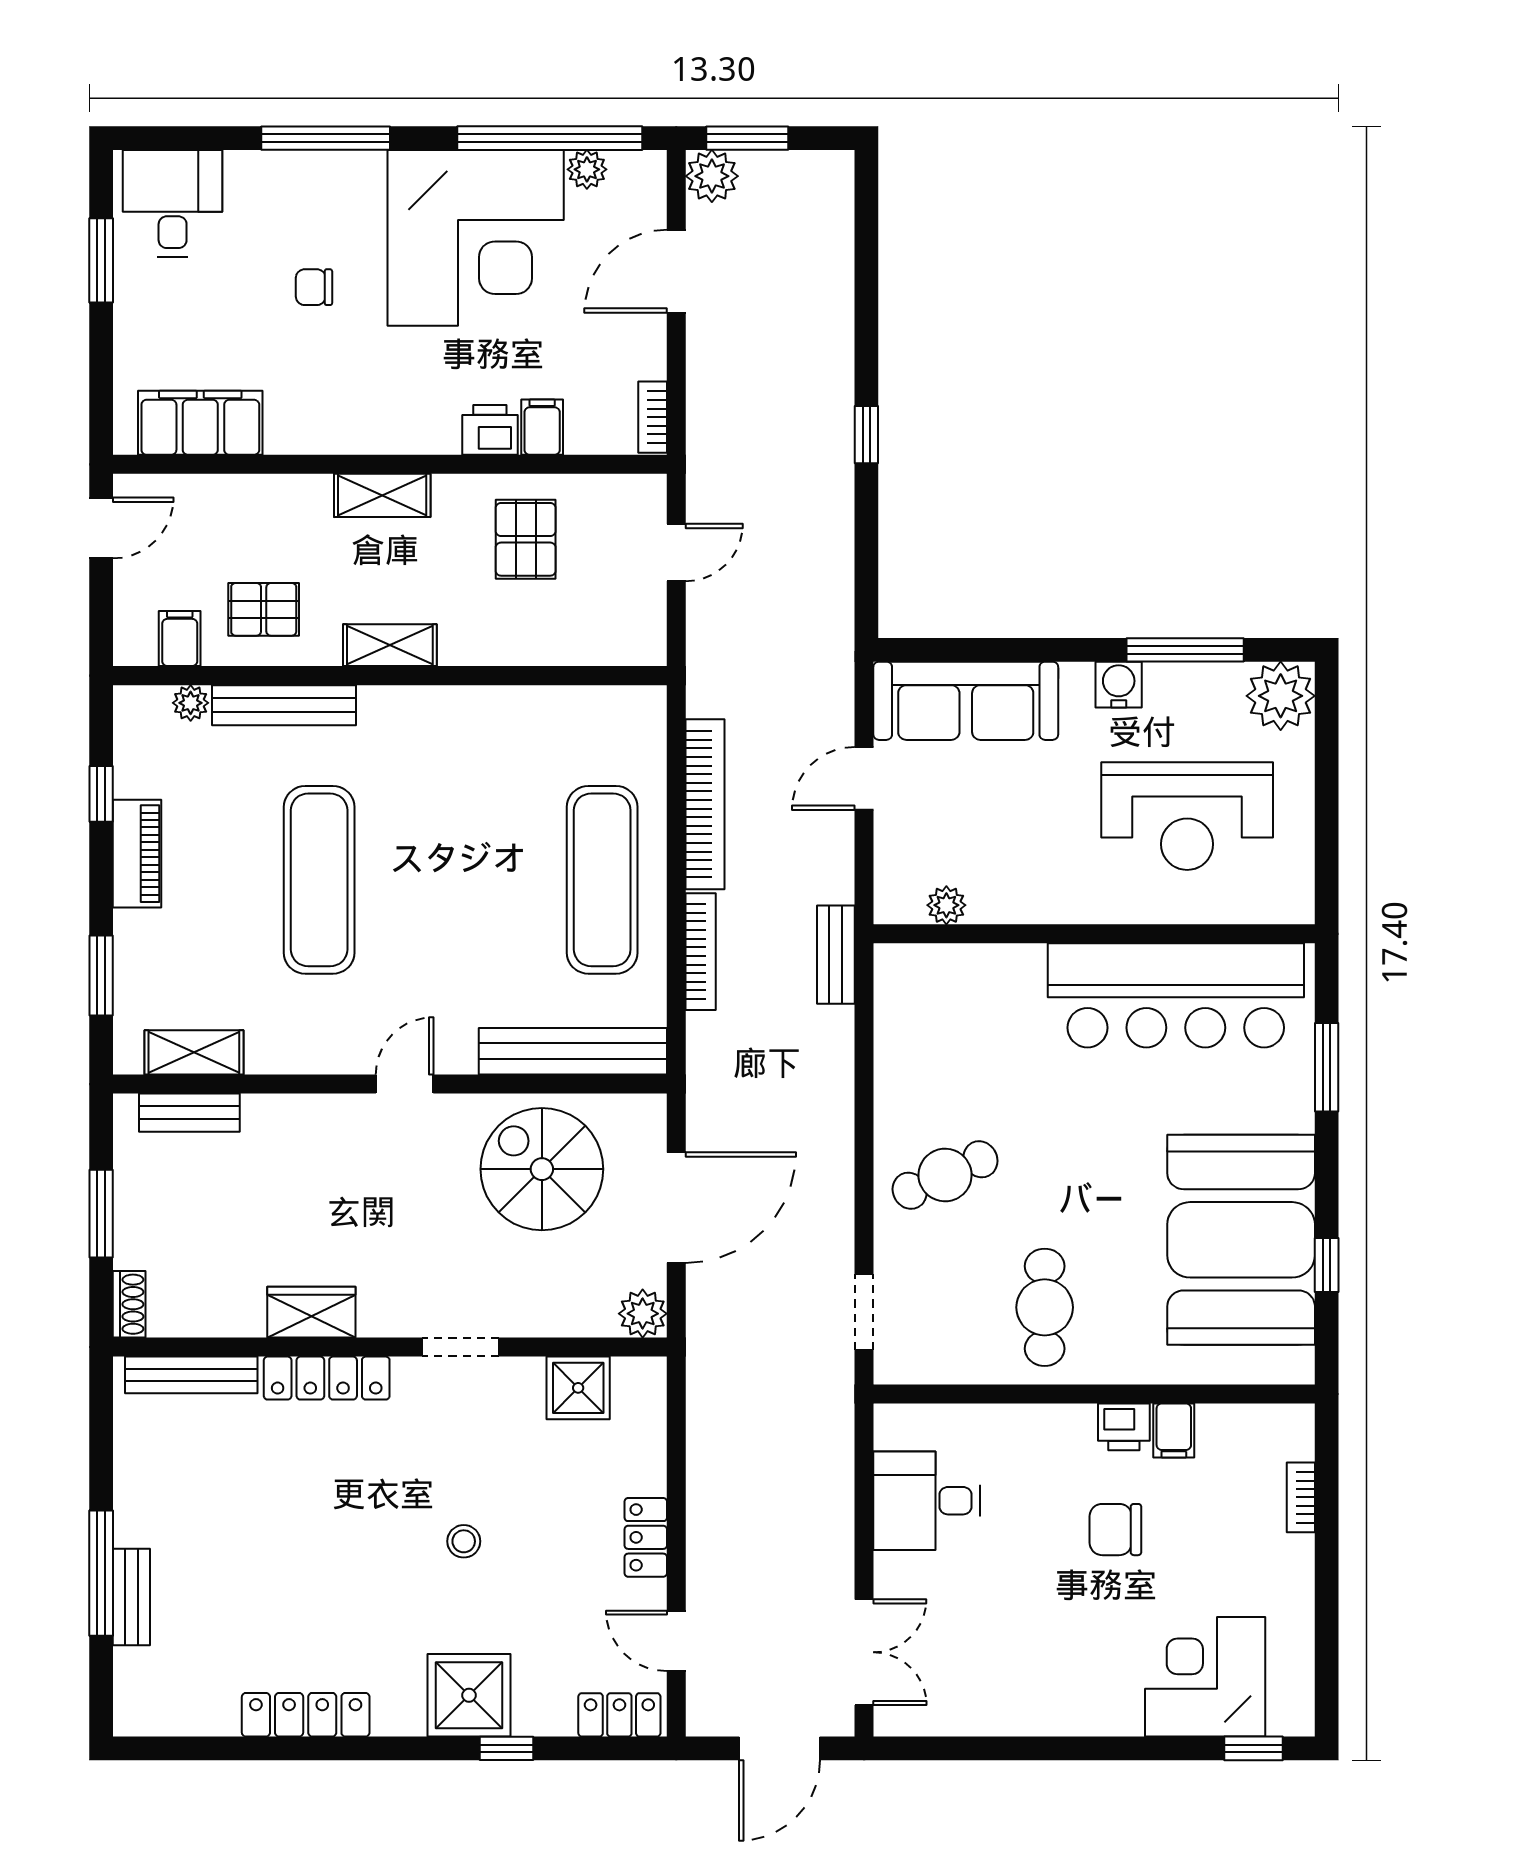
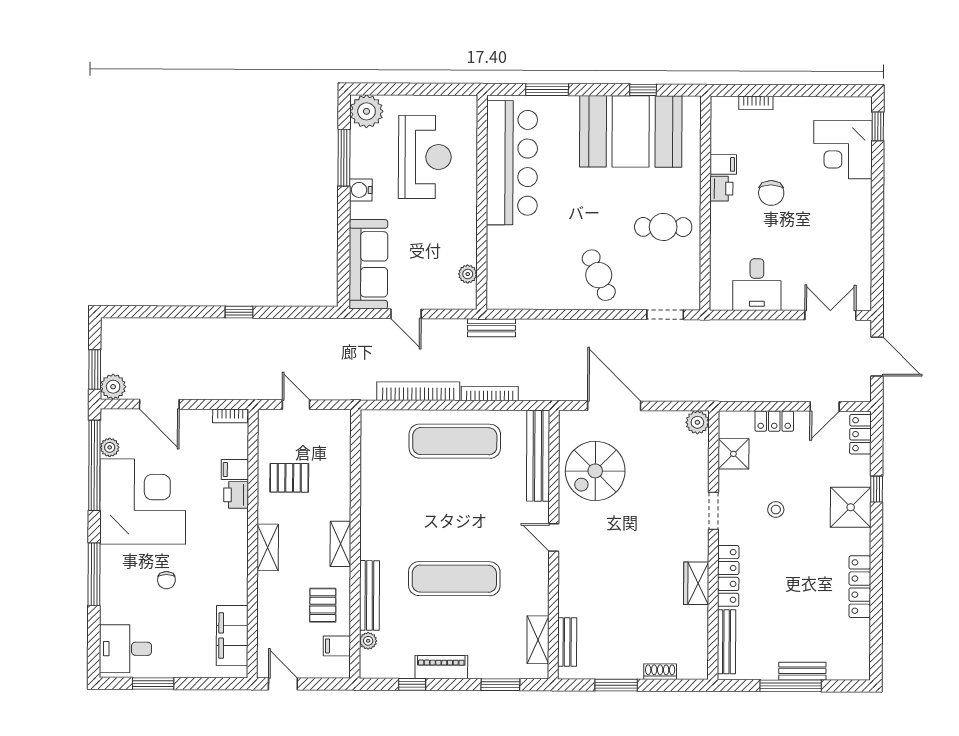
wardrobe: (311, 1312) -> (696, 583), moved
plant: (643, 1314) -> (697, 422), moved
wall: (390, 1347) -> (713, 545), moved
doorway: (460, 1347) -> (713, 511), moved
bench: (191, 1375) -> (726, 642), moved
locker: (327, 1378) -> (728, 576), moved
shower: (578, 1388) -> (733, 454), moved

